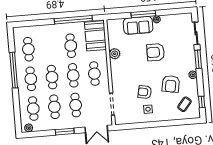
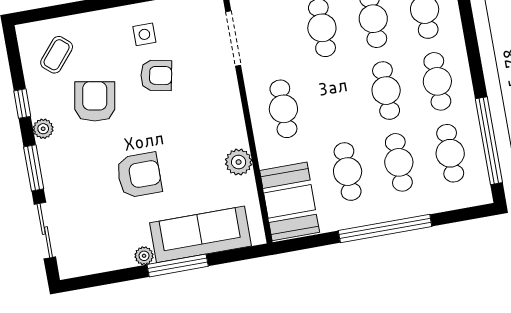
window: (73, 20) -> (385, 229), moved
sofa: (138, 25) -> (201, 234), width x1.36
window: (14, 70) -> (489, 141), moved
cafe table: (73, 75) -> (399, 162), moved
window: (202, 102) -> (22, 104), moved

